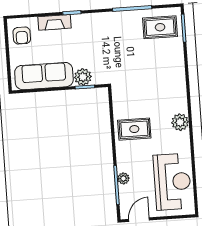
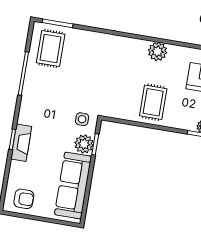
fireplace: (54, 22) -> (21, 143), moved
side table: (104, 70) -> (82, 119), added

